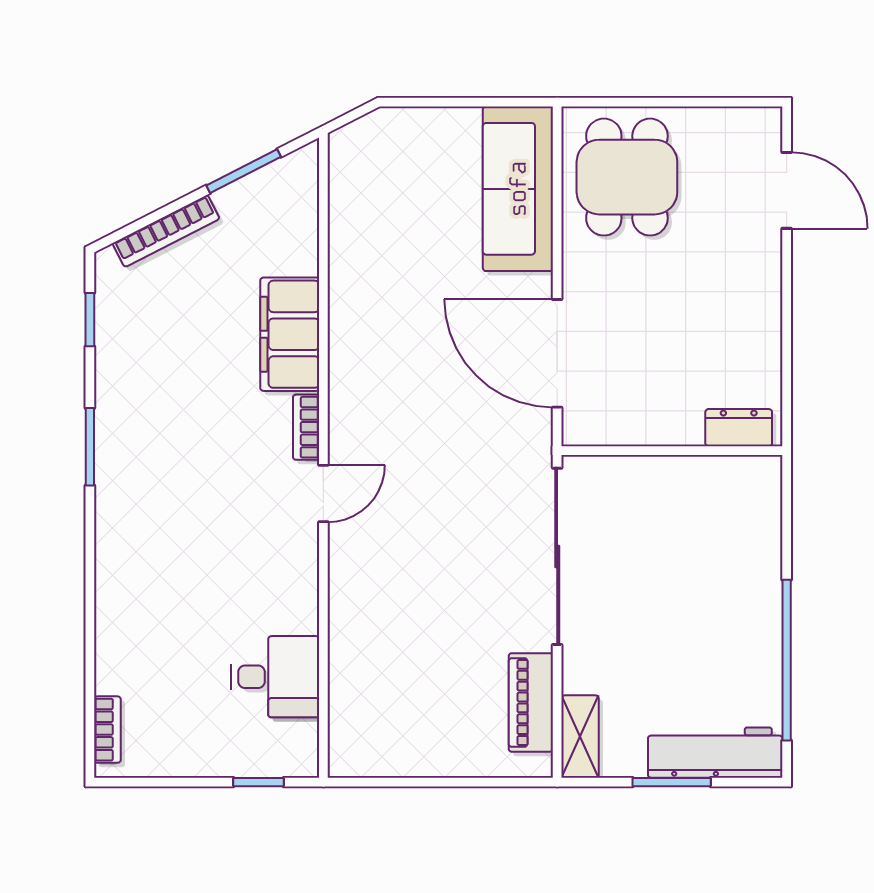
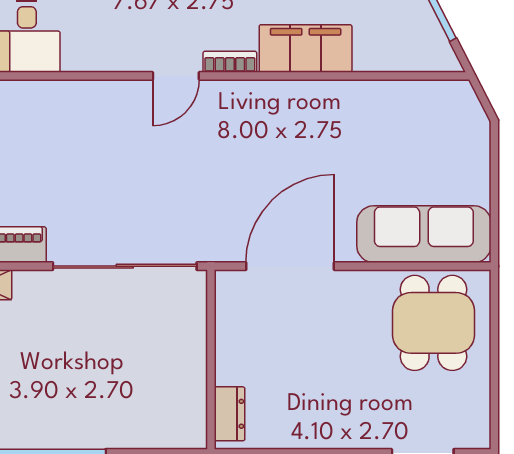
dining table: (627, 177) -> (433, 323), turned 90
door: (323, 494) -> (176, 76), hinge flipped

